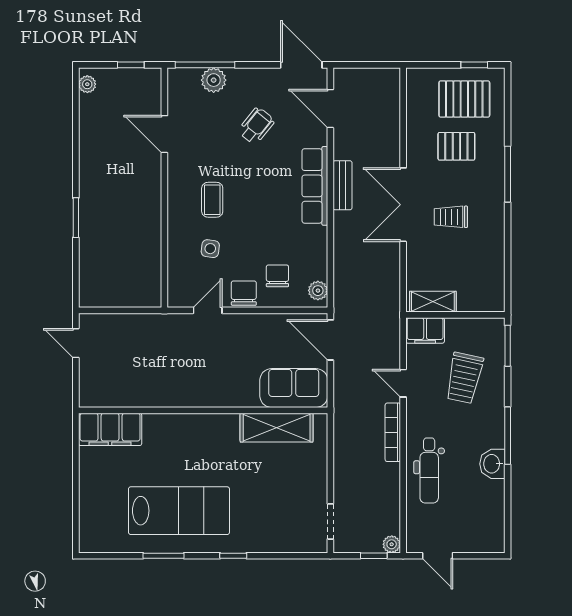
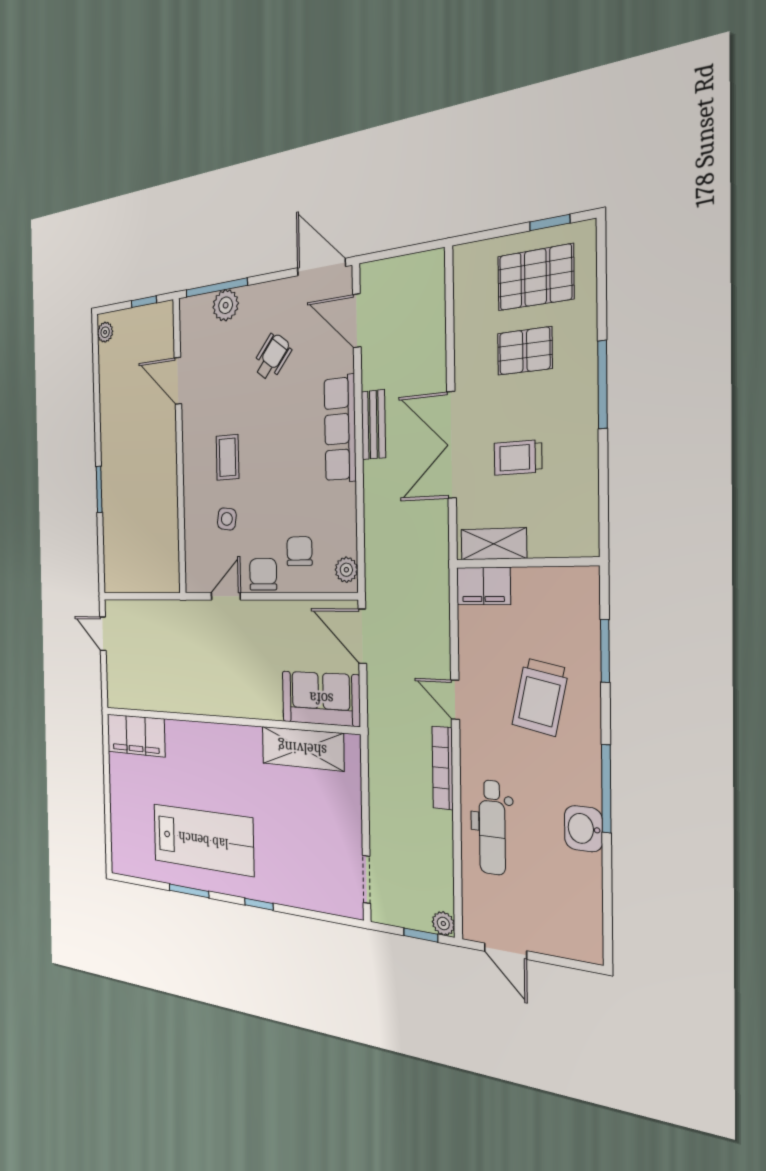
shelving: (433, 302) -> (494, 544), moved
wall: (455, 315) -> (526, 563), moved
filing cabinet: (425, 330) -> (483, 586), moved

